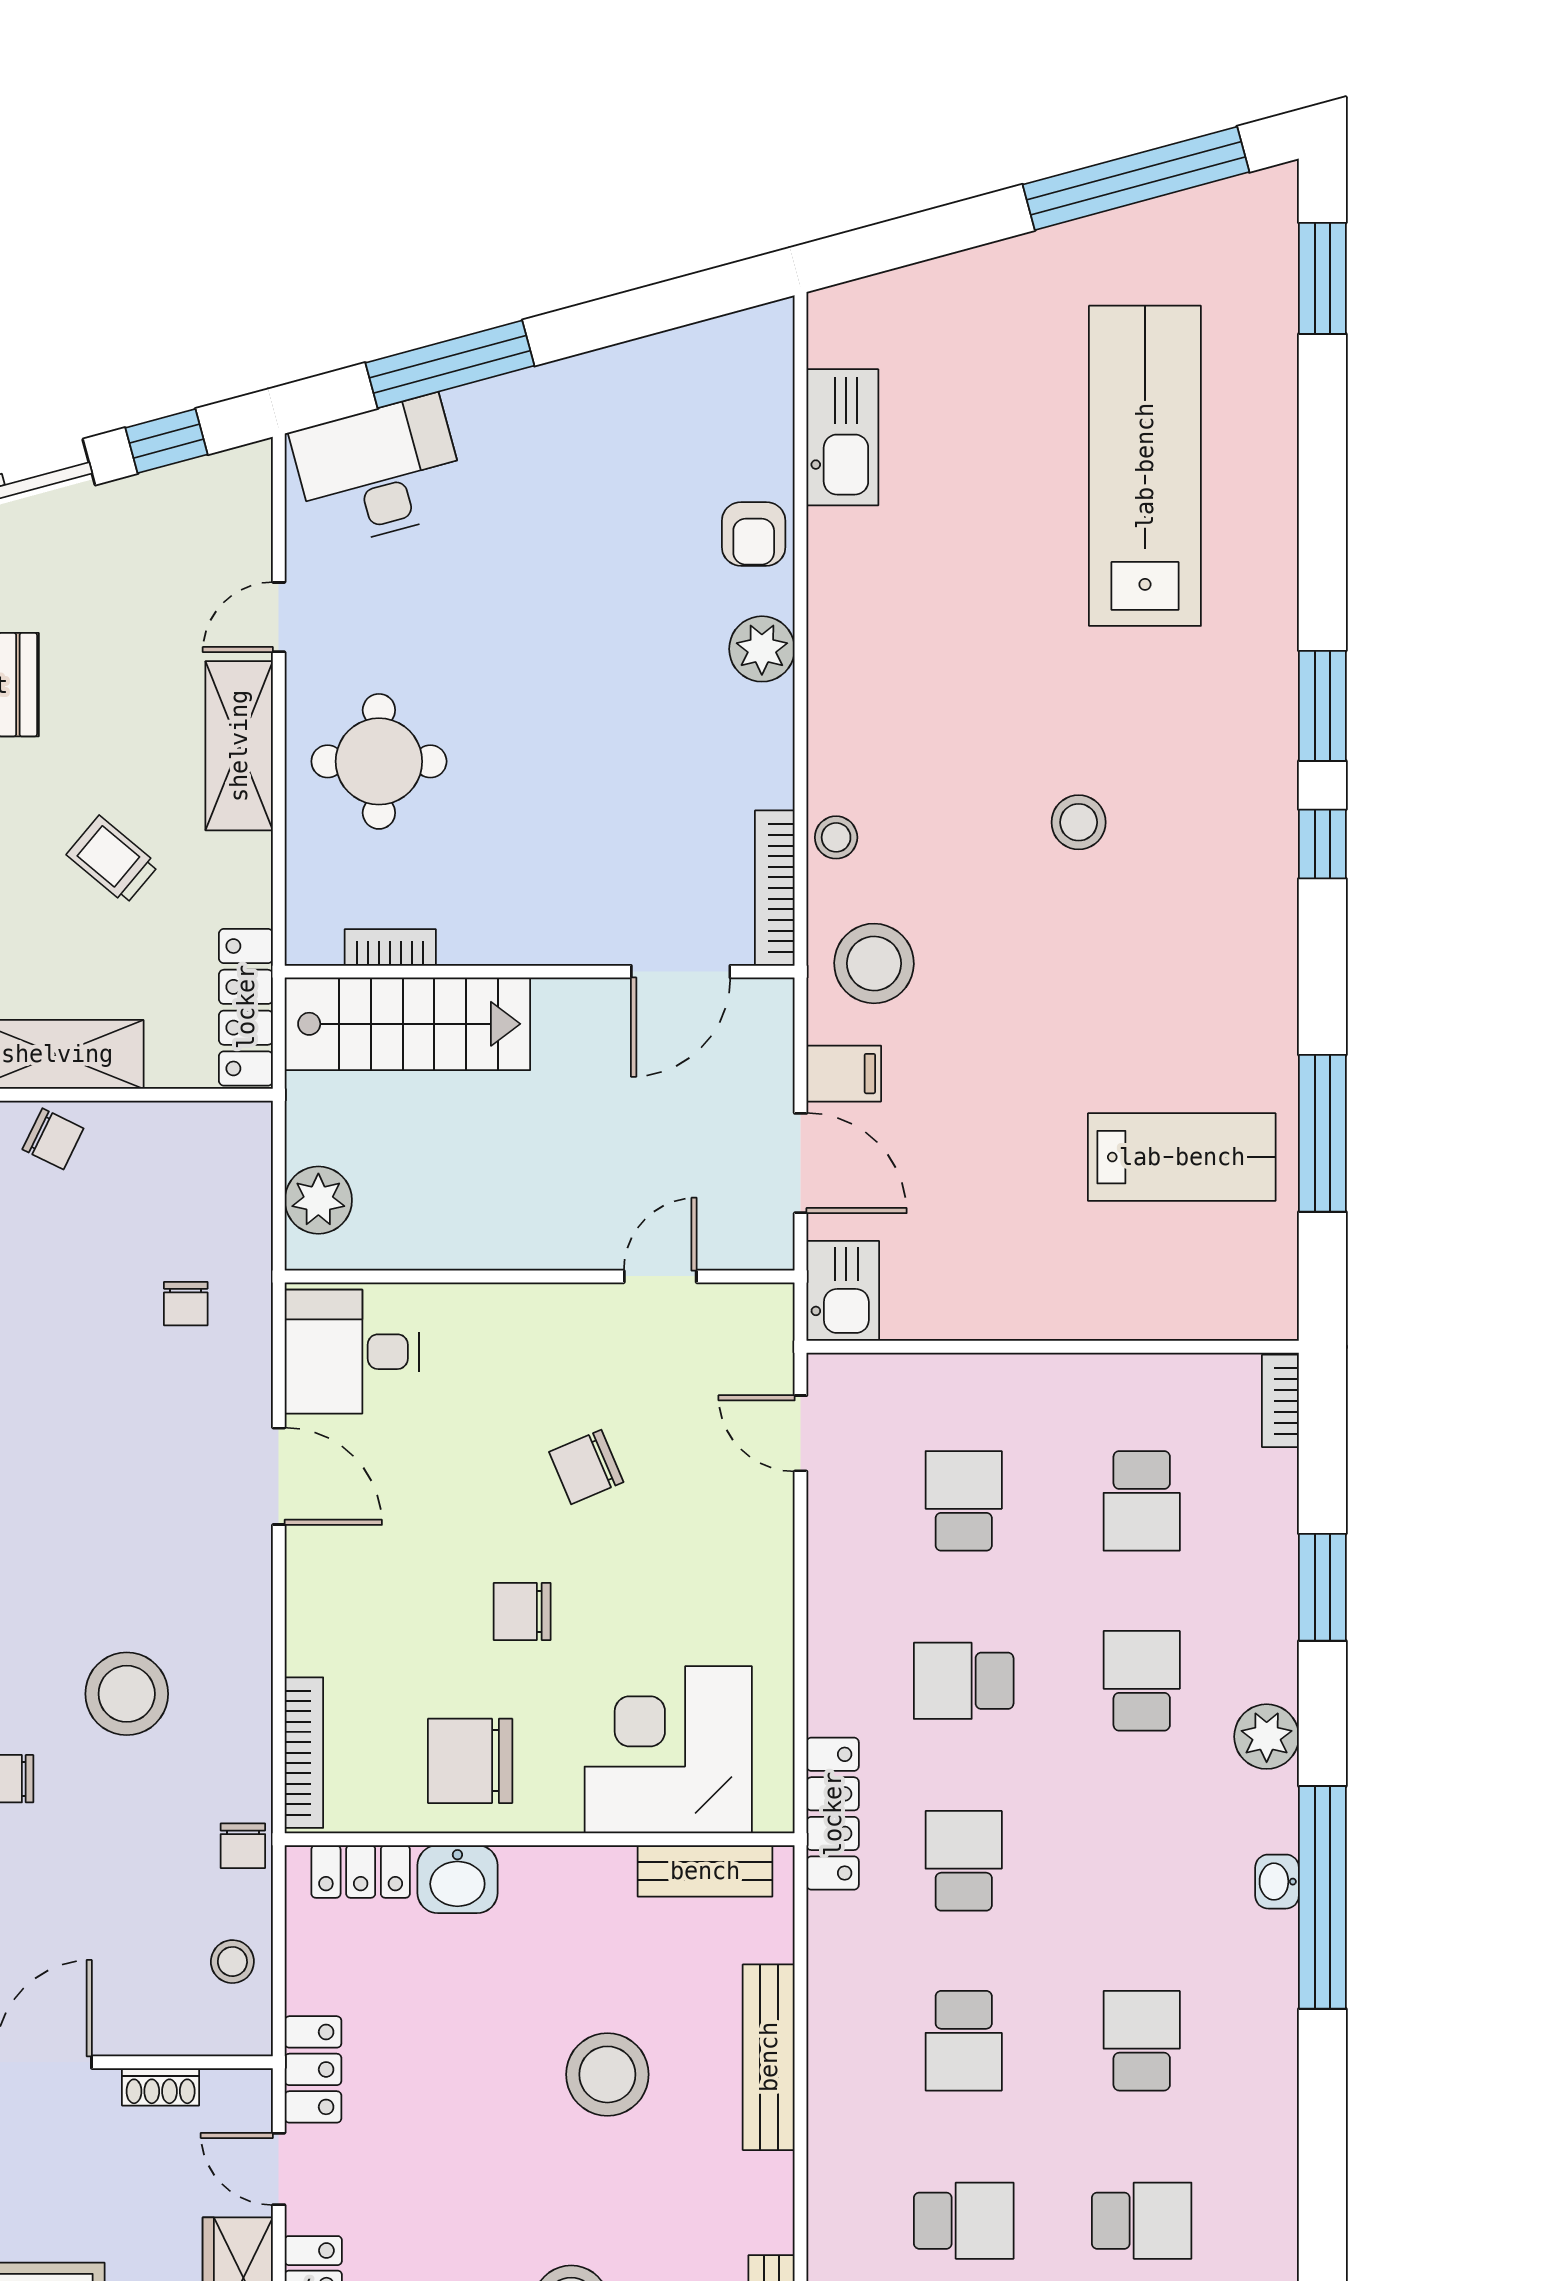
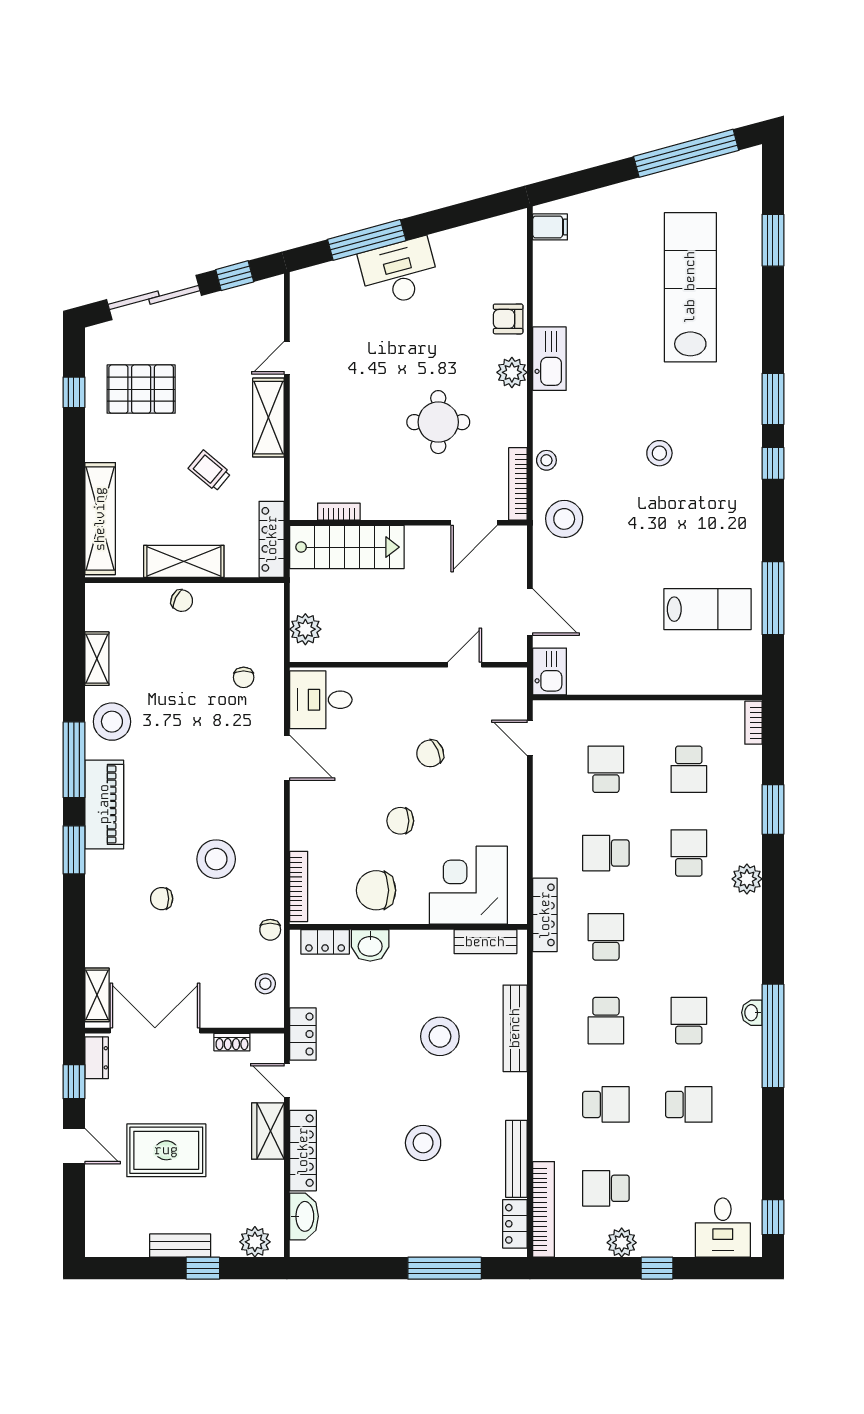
window: (1322, 278) -> (773, 240), moved
kitchen sink: (842, 437) -> (549, 359), moved
desk: (379, 471) -> (399, 272), moved
armchair: (754, 534) -> (508, 319), turned 90
round table: (379, 761) -> (438, 422), moved
filing cabinet: (844, 1074) -> (550, 227), moved
washbasin: (1277, 1882) -> (752, 1013), moved
window: (1322, 1897) -> (773, 1036), moved

